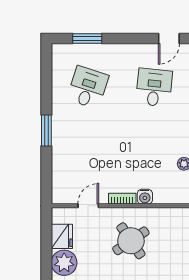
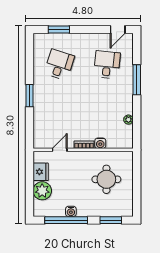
round table: (131, 241) -> (106, 179), moved, turned 34

